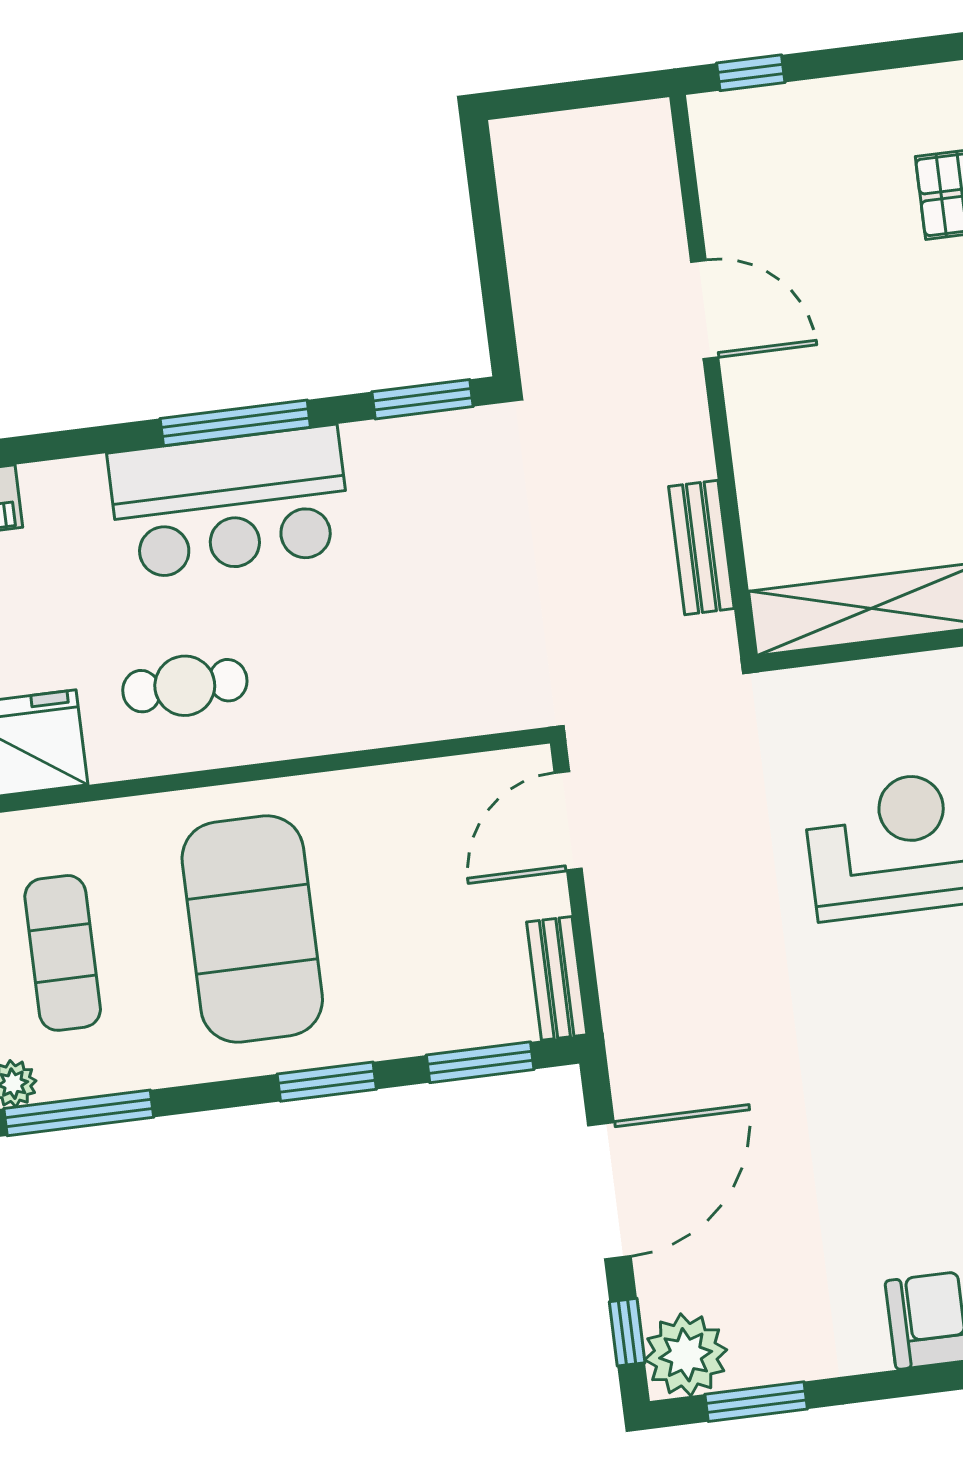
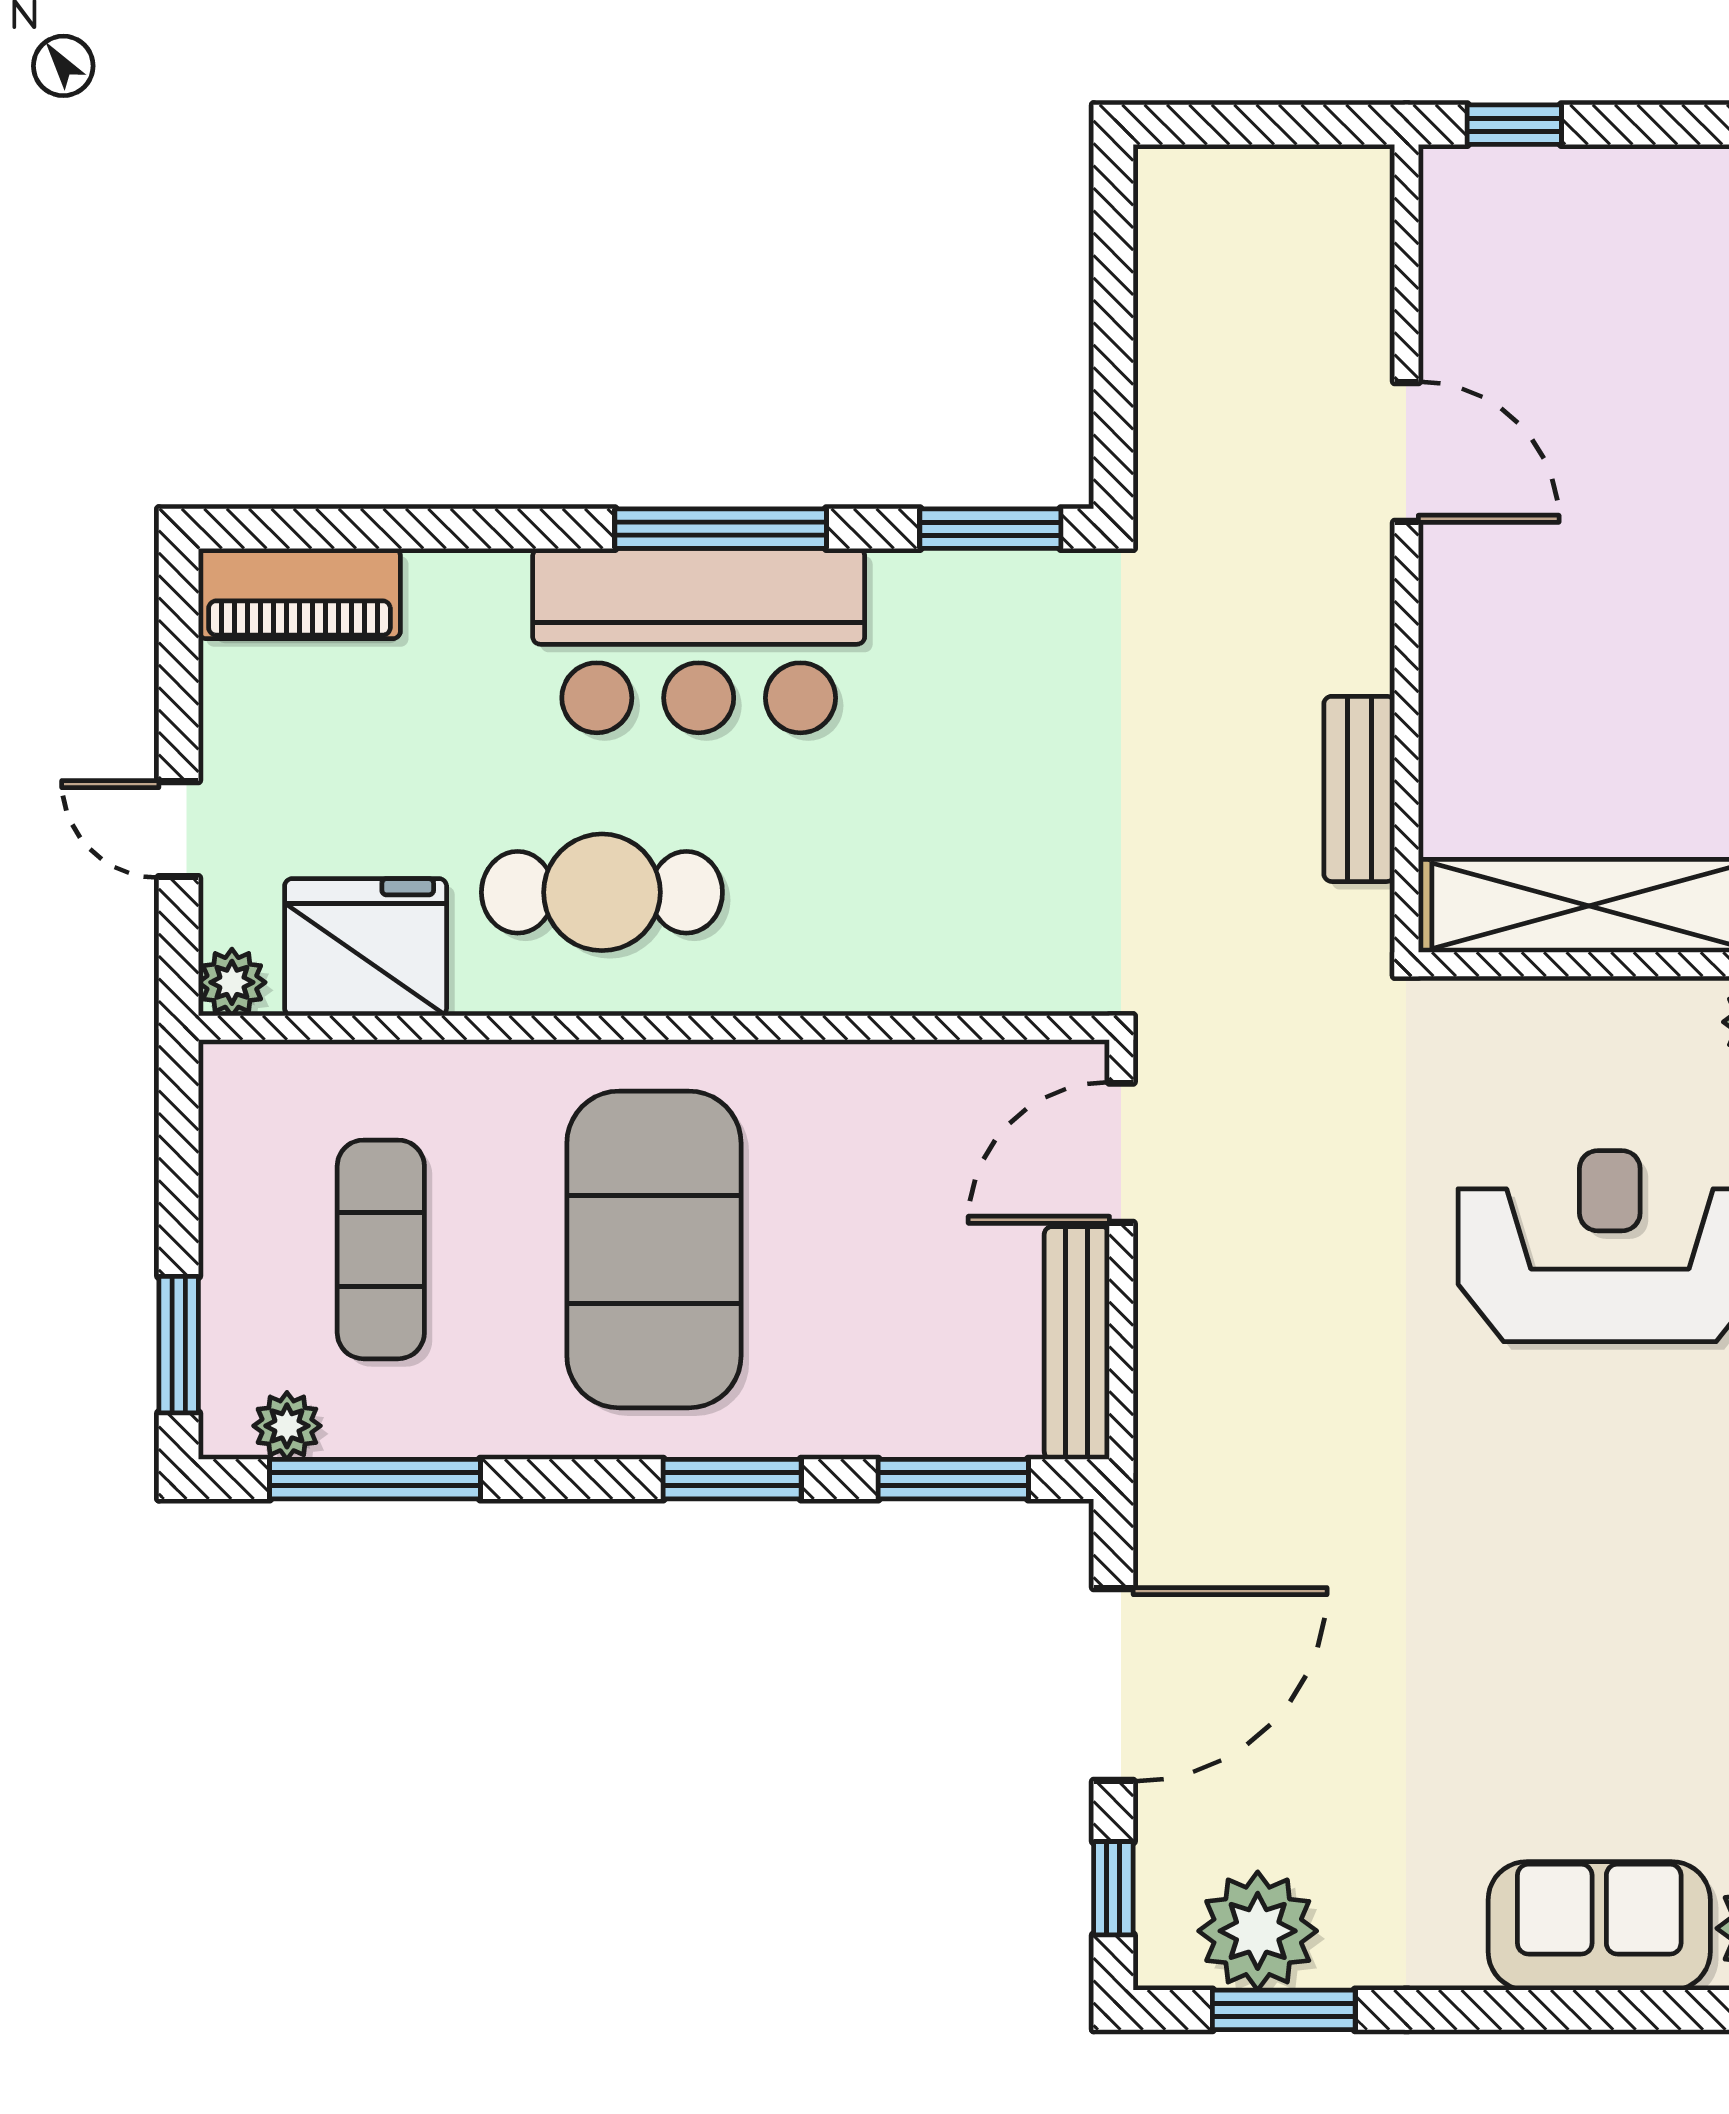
cafe table: (185, 686) -> (602, 892), width x1.37, depth x1.35
bench: (557, 978) -> (1077, 1343), width x1.36
plant: (686, 1355) -> (1258, 1931), moved

